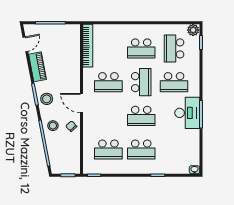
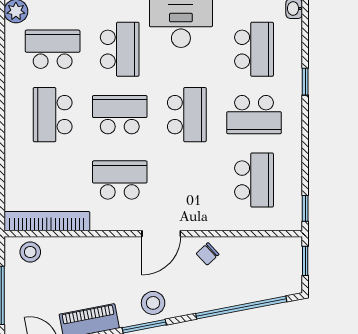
school desk: (141, 48) -> (53, 115), turned 180
school desk: (174, 48) -> (53, 49), turned 180
school desk: (108, 82) -> (120, 180), turned -90
stool: (53, 126) -> (30, 252), moved
school desk: (141, 150) -> (254, 115), turned 90
school desk: (174, 150) -> (254, 49), added

